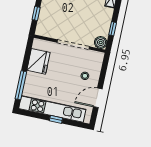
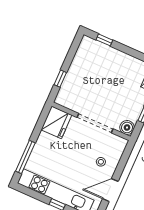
fridge: (38, 61) -> (56, 122), moved

